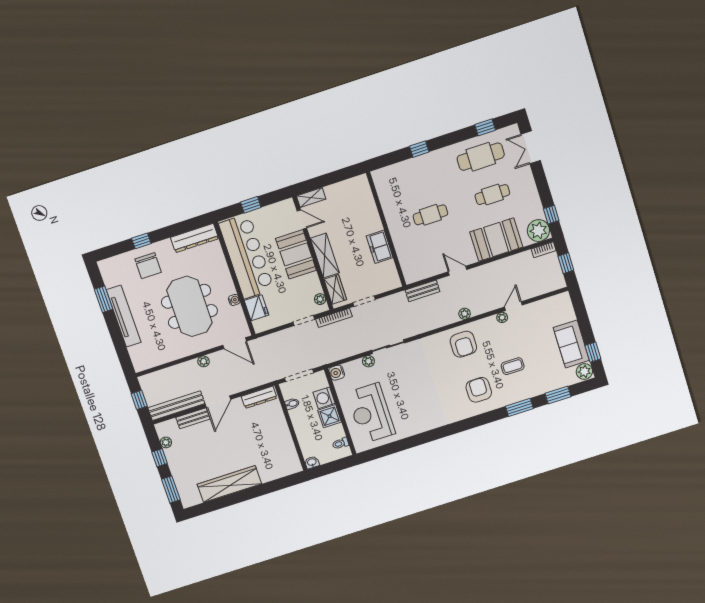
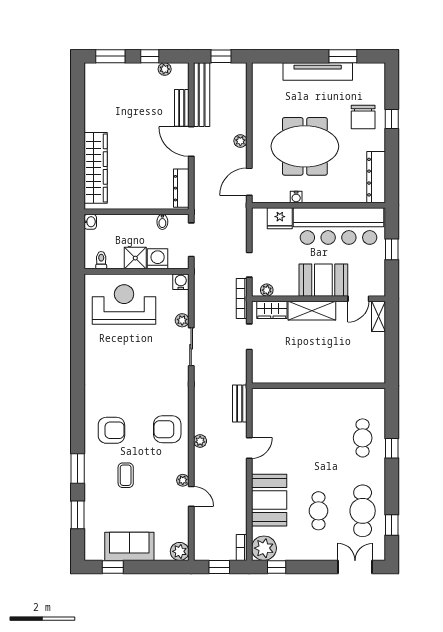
cafe table: (430, 215) -> (363, 438), moved
freezer: (380, 247) -> (302, 373), removed
chair: (148, 266) -> (363, 117), turned -90
plant: (584, 371) -> (180, 551), moved
wardrobe: (229, 484) -> (96, 168), moved

